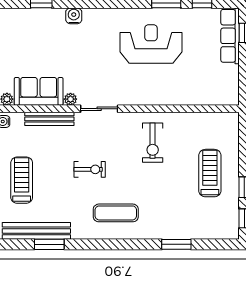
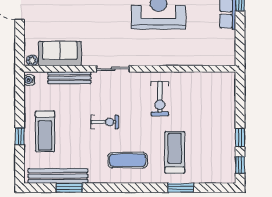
plant: (70, 99) -> (88, 60), removed
treadmill: (210, 173) -> (175, 152), moved
treadmill: (22, 180) -> (45, 131), turned 180

